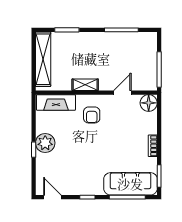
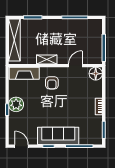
sofa: (130, 184) -> (58, 136), moved

